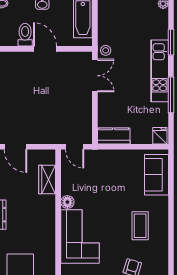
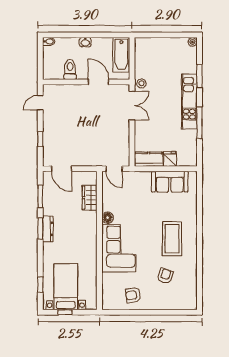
door: (45, 49) -> (98, 82), moved
fridge: (160, 136) -> (170, 159), moved
sofa: (156, 175) -> (170, 182), moved, turned -90
coffee table: (140, 226) -> (172, 239), width x1.36, depth x1.32

